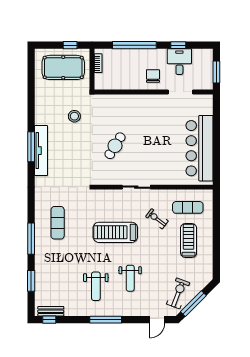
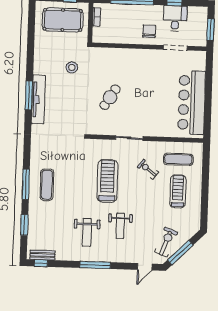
exercise mat: (58, 223) -> (47, 185), moved
treadmill: (115, 232) -> (107, 181), turned 90

